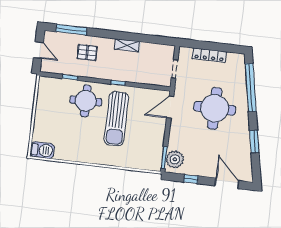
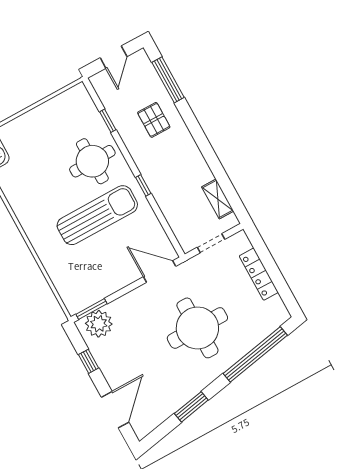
shelving: (127, 45) -> (218, 199), moved
sun lounger: (116, 119) -> (97, 215), turned 180

